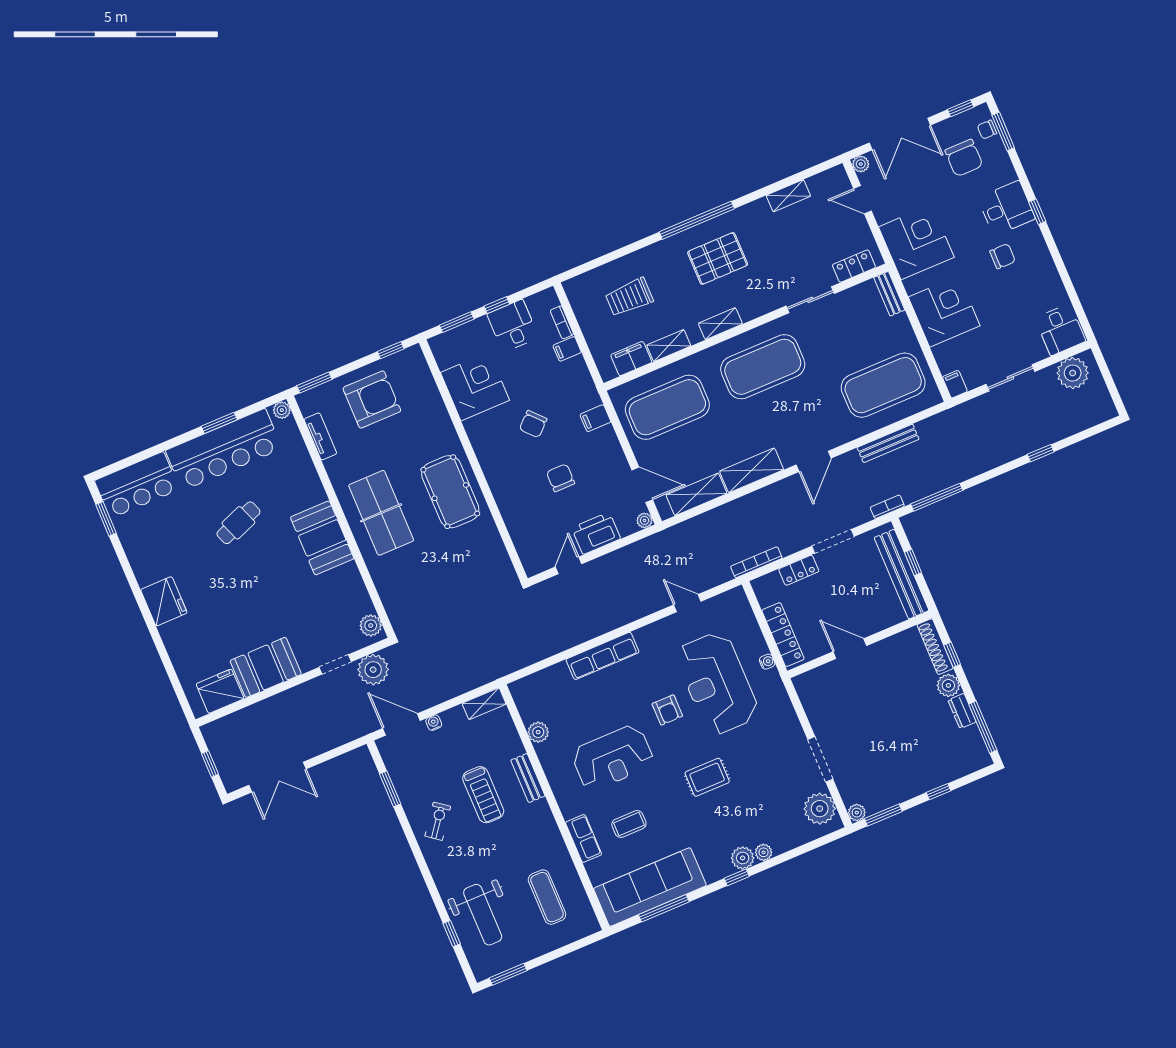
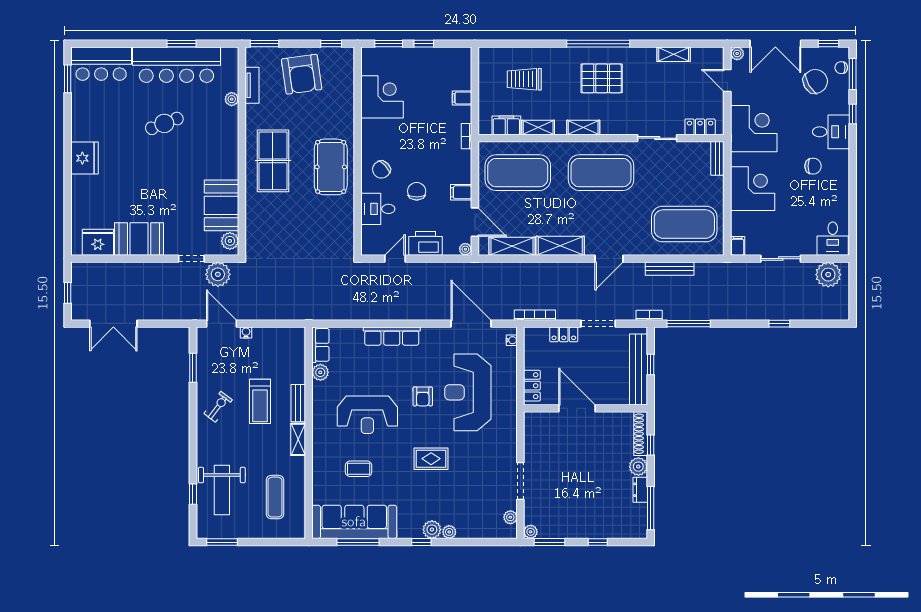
chair: (964, 158) -> (815, 81), turned -120
window: (1037, 212) -> (853, 114), moved
bookcase: (562, 322) -> (466, 136), moved
desk: (513, 326) -> (378, 209), moved, turned -90
armchair: (372, 400) -> (302, 74), turned 82
plant: (282, 410) -> (232, 99), moved
filing cabinet: (595, 418) -> (461, 192), moved
chair: (533, 424) -> (381, 170), moved
booth: (322, 538) -> (221, 205), moved
door: (687, 603) -> (471, 324), width x1.87
locker: (783, 635) -> (532, 386), width x0.66
door: (850, 649) -> (577, 408), width x1.36
water cooler: (767, 662) -> (512, 340), moved
shelving: (484, 704) -> (298, 439), moved, turned 90
plant: (820, 809) -> (510, 517), width x0.53, depth x0.53
row of seats: (584, 838) -> (320, 345), moved

